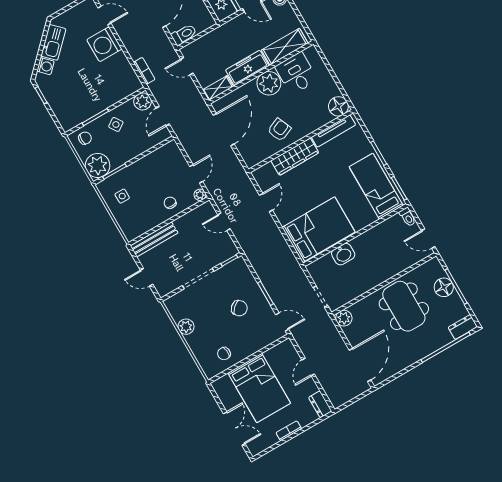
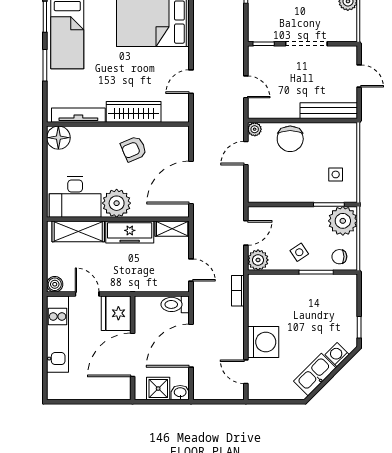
desk: (296, 73) -> (75, 197), width x1.37
chair: (170, 203) -> (290, 139), width x1.87, depth x1.87

